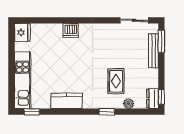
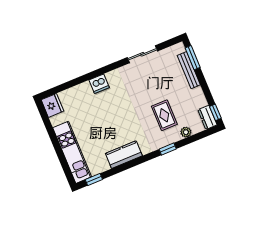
sliding door: (134, 20) -> (142, 54), moved

